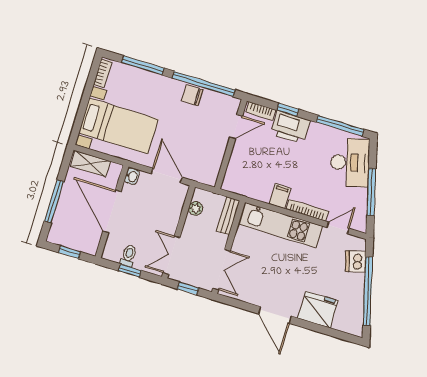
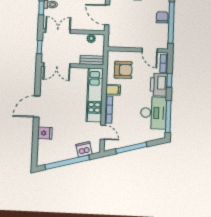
desk: (350, 162) -> (153, 113), moved, turned -75
armchair: (255, 173) -> (123, 70), added
door: (167, 175) -> (107, 15), swing flipped
fridge: (318, 310) -> (45, 133), width x0.53, depth x0.75

